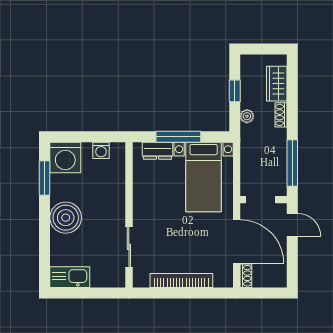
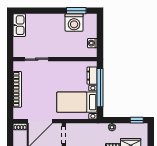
window: (235, 91) -> (137, 120), moved
window: (178, 137) -> (100, 88), width x1.46
washing machine: (65, 158) -> (74, 23), moved, turned -90
boiler: (66, 218) -> (54, 23), removed

